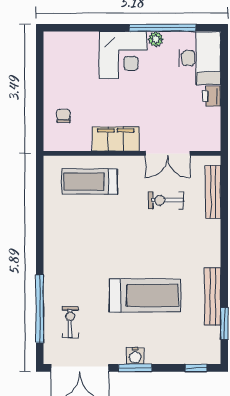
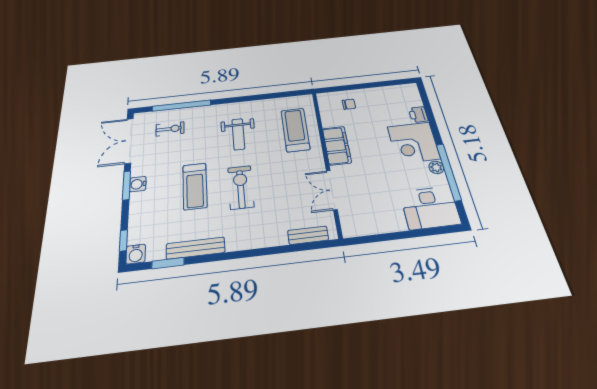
printer: (211, 96) -> (418, 115), moved, turned -90
bench: (213, 192) -> (308, 235), width x0.73
exercise bike: (166, 200) -> (241, 187), moved, width x1.38, depth x1.39
weight bench: (87, 246) -> (238, 134), added
treadmill: (145, 296) -> (195, 186), width x0.73, depth x0.73
water cooler: (211, 355) -> (136, 254), added

